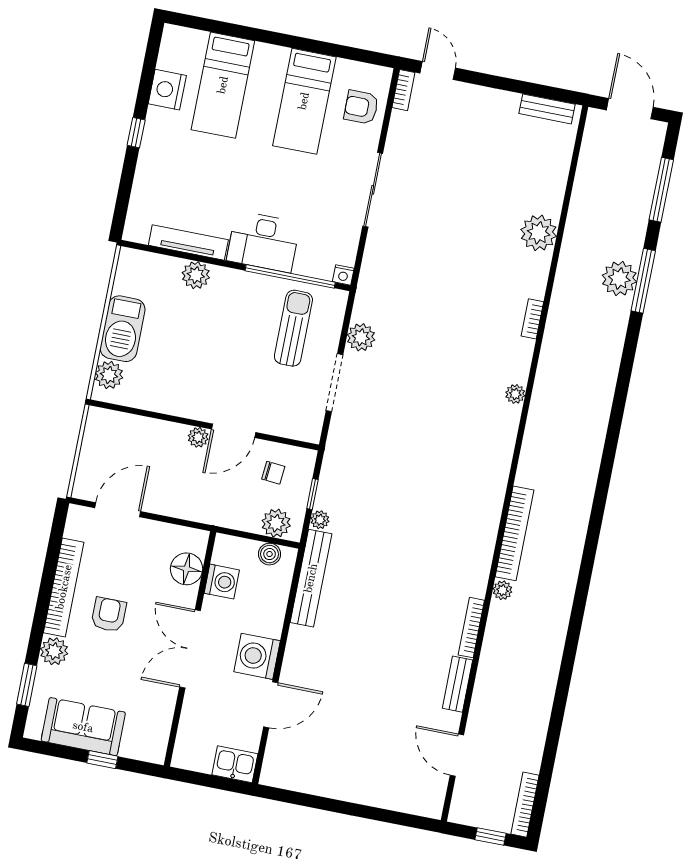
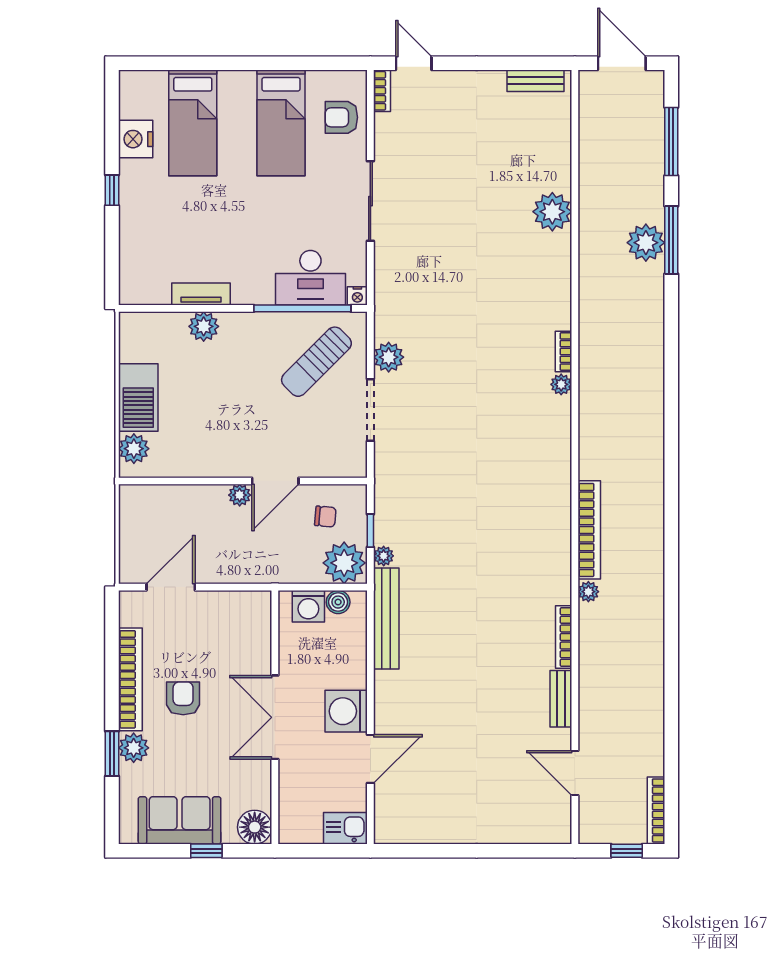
tv unit: (188, 242) -> (201, 294), width x0.71
desk: (263, 242) -> (310, 278), moved
bookcase: (532, 319) -> (564, 352), moved
sun lounger: (293, 328) -> (316, 362), turned -135
plant: (276, 523) -> (344, 563), width x1.36, depth x1.36
floor lamp: (187, 569) -> (255, 827), moved
washing machine: (222, 582) -> (308, 606), moved, turned 90
window: (27, 685) -> (112, 754), moved

